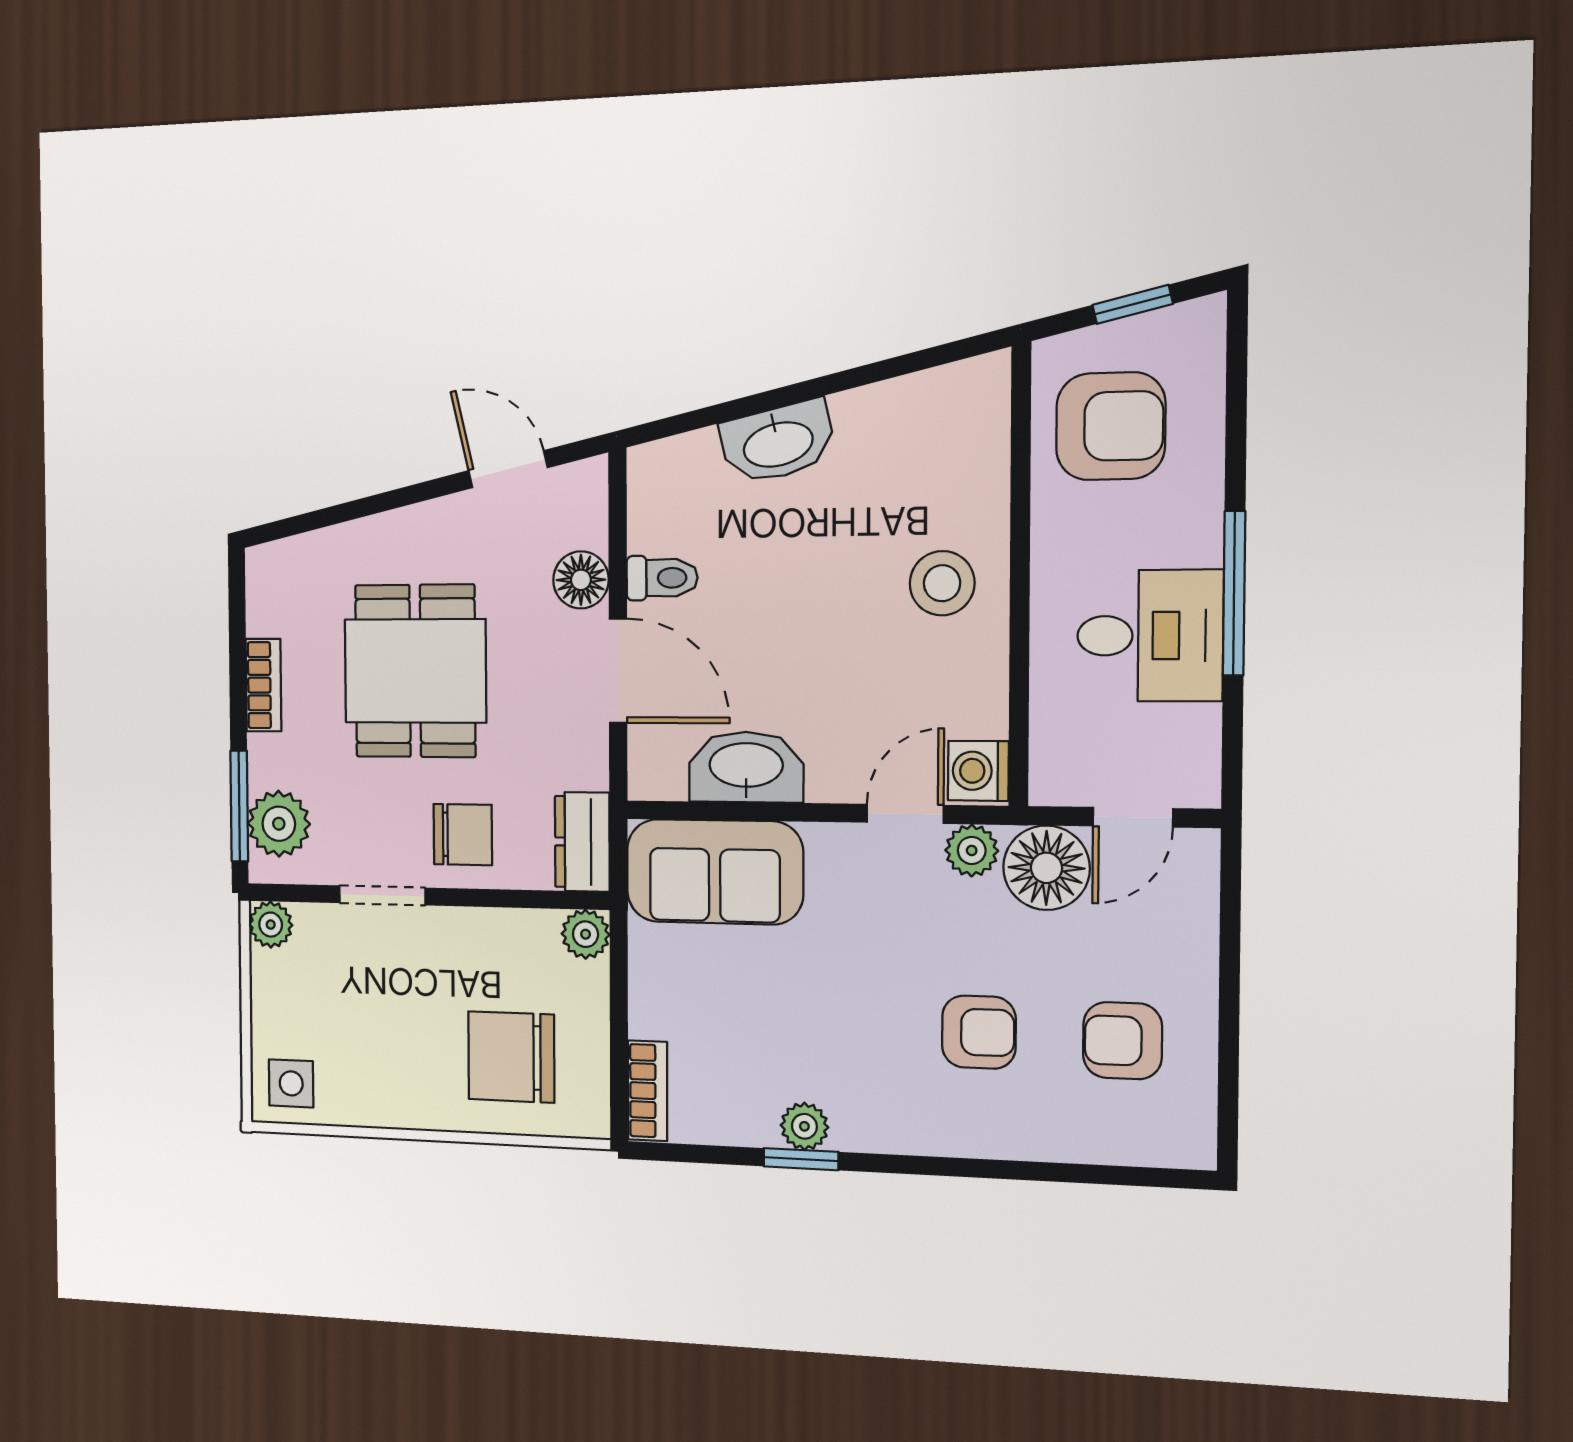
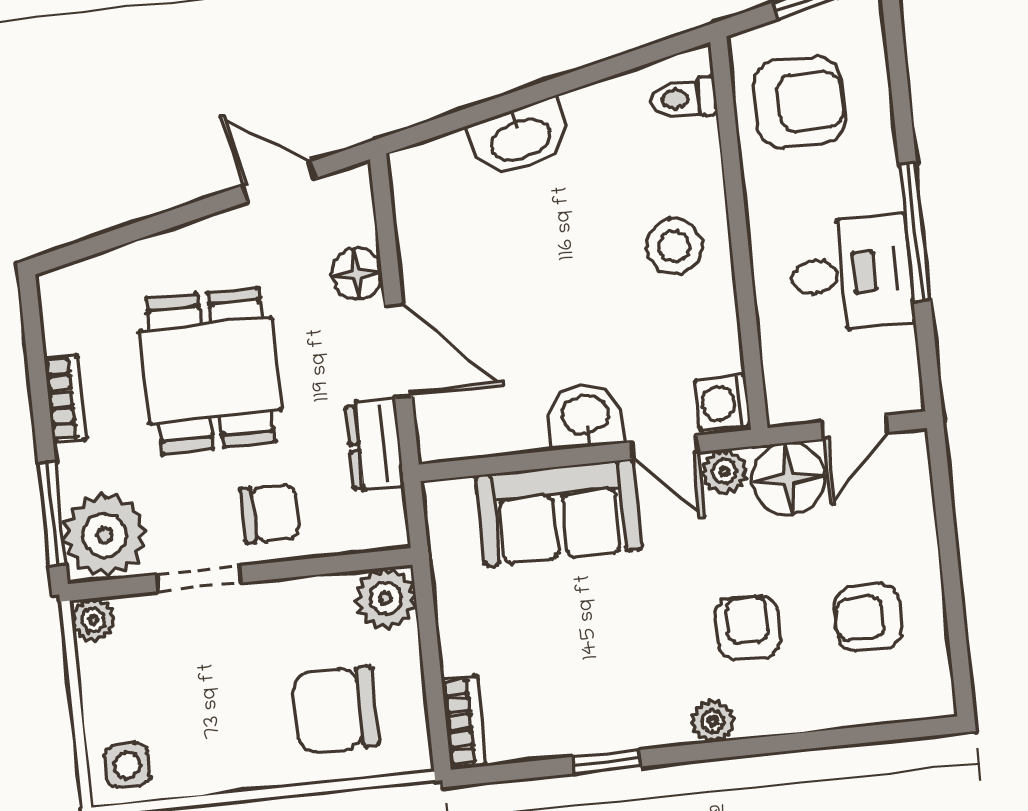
toilet: (662, 578) -> (684, 98), moved, turned 180
washbasin: (746, 767) -> (585, 416), moved, width x0.72
door: (905, 814) -> (664, 447), swing flipped
plant: (279, 824) -> (105, 535), width x1.36, depth x1.36
dresser: (582, 842) -> (375, 445), moved
sofa: (715, 872) -> (559, 512), moved
plant: (586, 934) -> (385, 598), width x1.38, depth x1.38
armchair: (979, 1032) -> (748, 627), turned -90
plant: (804, 1126) -> (712, 721), moved

